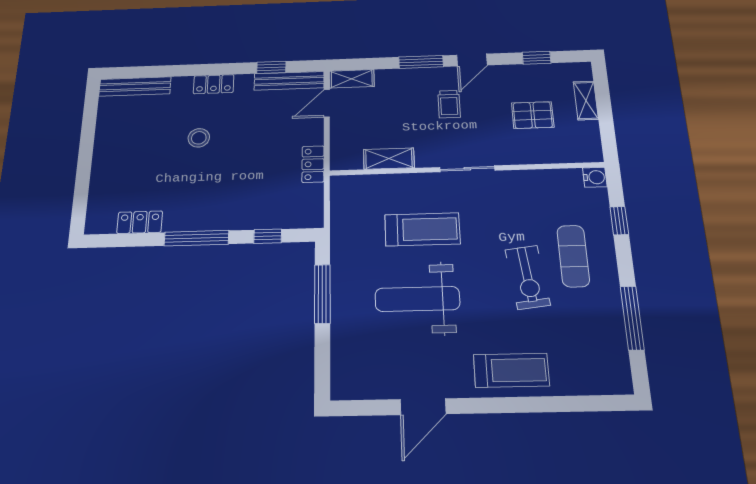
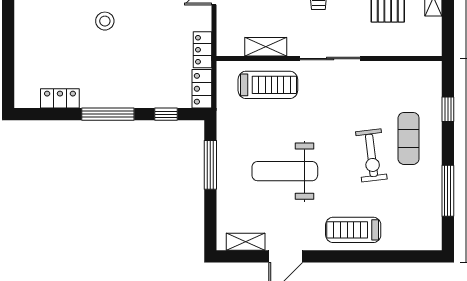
sliding door: (467, 169) -> (330, 59), width x1.37
water cooler: (595, 177) -> (433, 70), removed
locker: (312, 206) -> (202, 89), added
treadmill: (422, 229) -> (268, 85), moved
treadmill: (511, 370) -> (353, 230), turned 180
shelving: (369, 388) -> (246, 242), added

